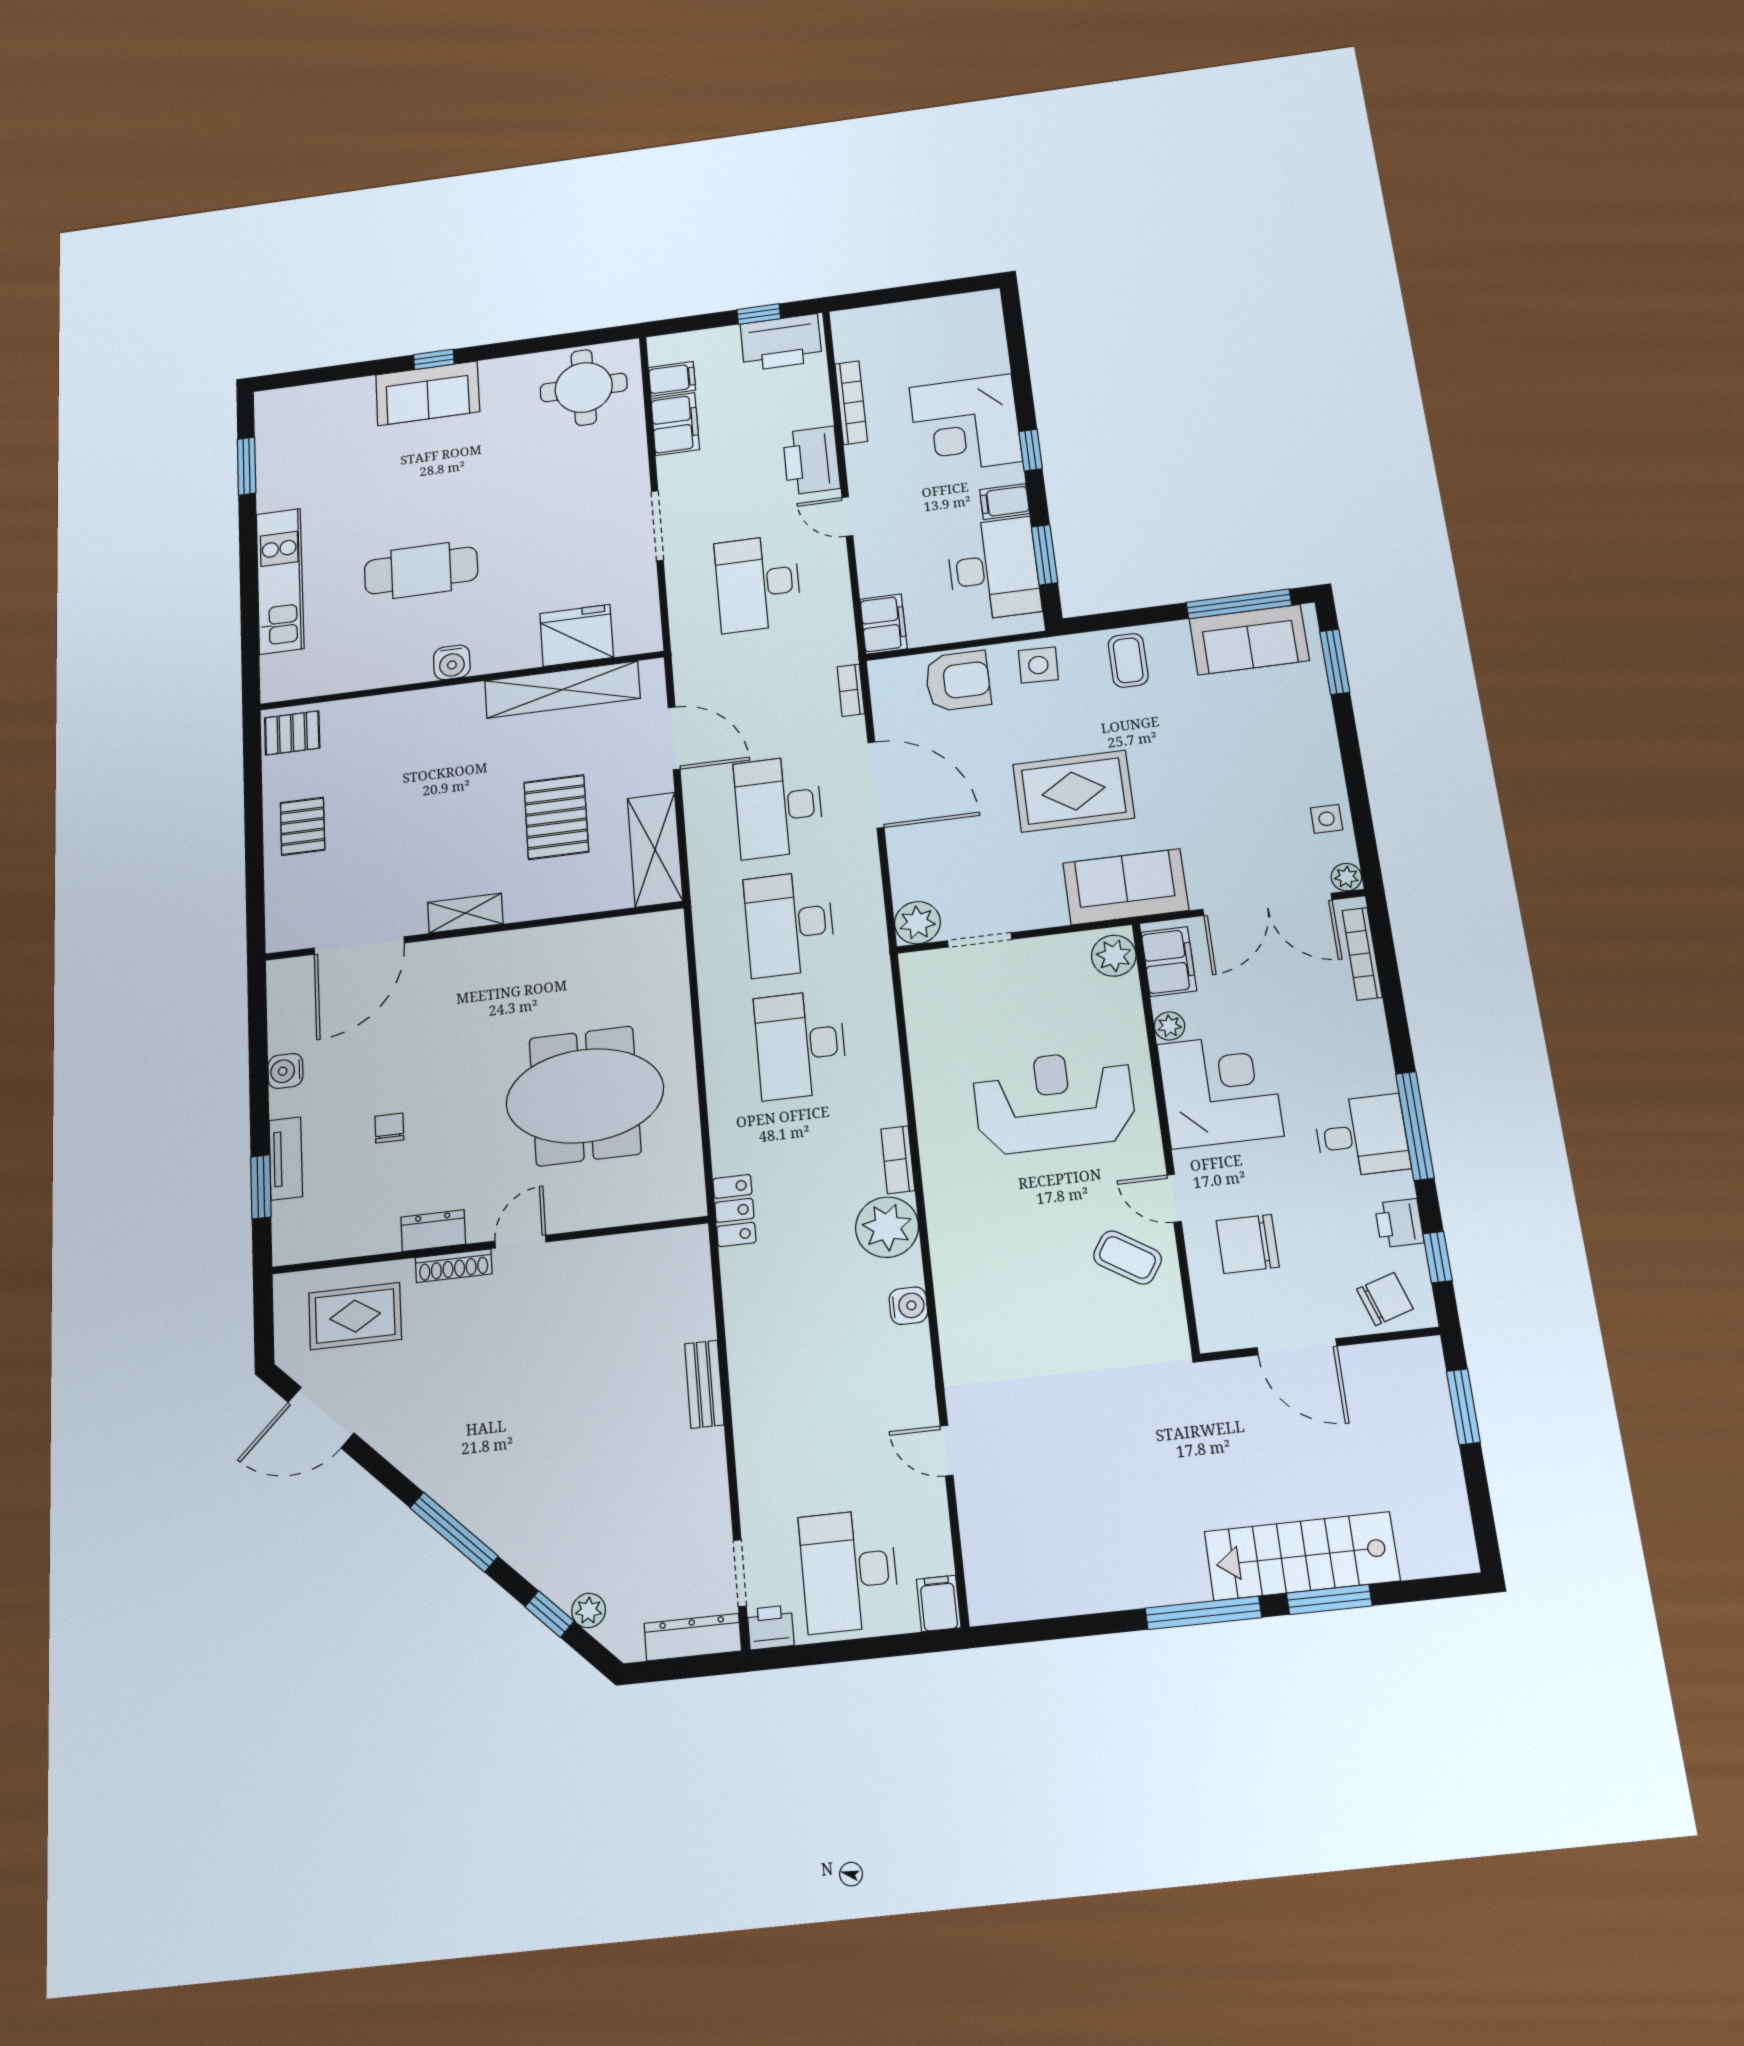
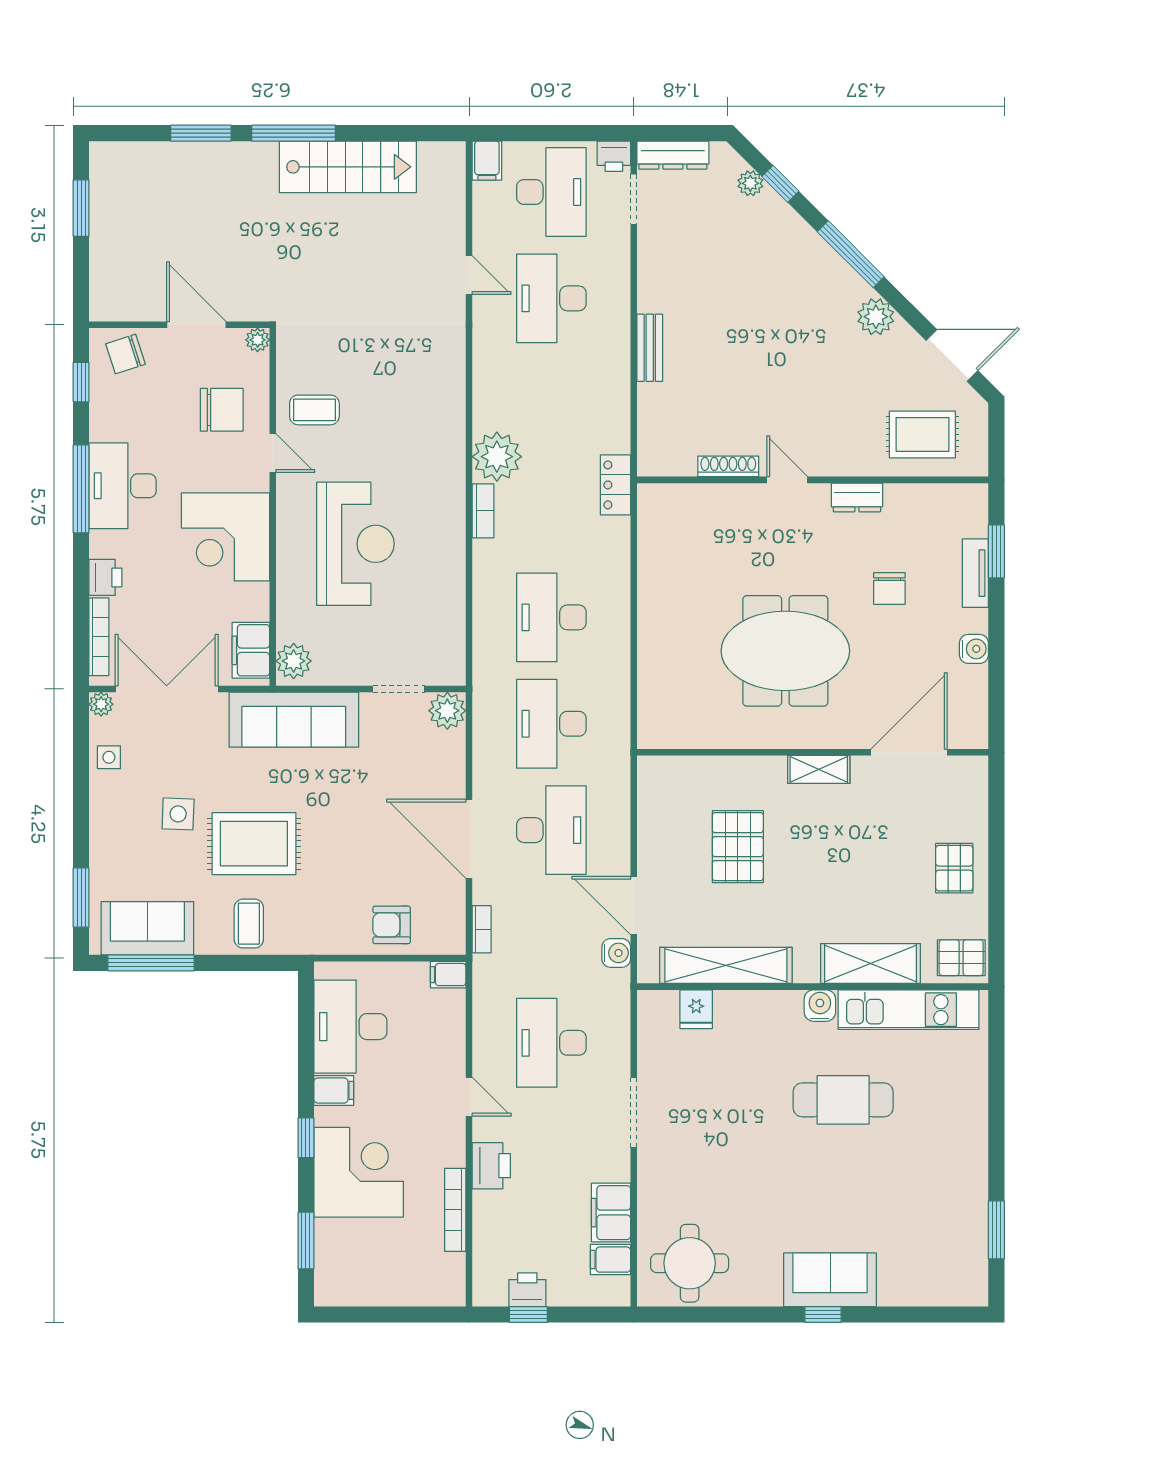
printer: (781, 342) -> (527, 1290), width x0.53, depth x0.68
printer: (811, 460) -> (491, 1166), width x0.73, depth x0.84
window: (1045, 555) -> (306, 1241), moved
kitchen unit: (280, 581) -> (909, 1010), moved, turned -90
desk: (758, 583) -> (551, 1043), turned 180
filing cabinet: (884, 624) -> (448, 975), width x0.50
fridge: (577, 635) -> (696, 1009), width x0.53, depth x0.75
side table: (1038, 665) -> (178, 814), moved
armchair: (958, 681) -> (392, 925), width x0.72, depth x0.72
rug: (1074, 791) -> (254, 844), moved
shelving: (655, 850) -> (871, 963), moved, turned 90
sofa: (1126, 887) -> (294, 720), width x1.36
desk: (789, 924) -> (551, 724), turned 180
plant: (1169, 1026) -> (258, 340), moved
desk: (800, 1045) -> (551, 617), turned 180
meeting table: (585, 1096) -> (785, 651), moved
reception desk: (1054, 1101) -> (355, 544), turned -90
chair: (389, 1128) -> (889, 589), width x1.37, depth x1.37
desk: (1362, 1136) -> (123, 486), width x1.37
printer: (1399, 1223) -> (105, 577), moved
door: (520, 1242) -> (787, 480), swing flipped
coffee table: (1127, 1257) -> (314, 410), turned -33
shoe rack: (454, 1266) -> (728, 466), moved
water cooler: (908, 1306) -> (616, 953), moved, turned 180
window: (1463, 1407) -> (81, 208), moved
desk: (836, 1432) -> (551, 298), added
plant: (419, 1456) -> (876, 317), added
stairs: (1302, 1556) -> (348, 167), moved

